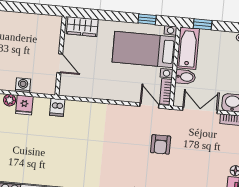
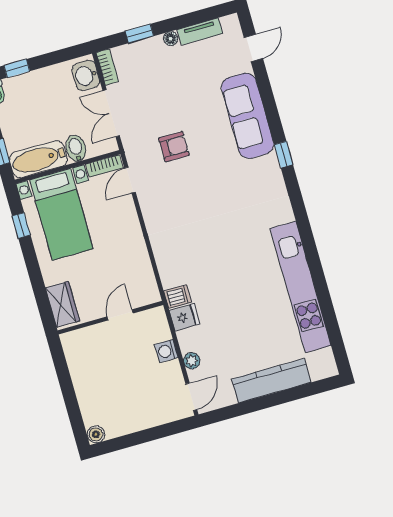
fridge: (24, 105) -> (184, 317), moved

